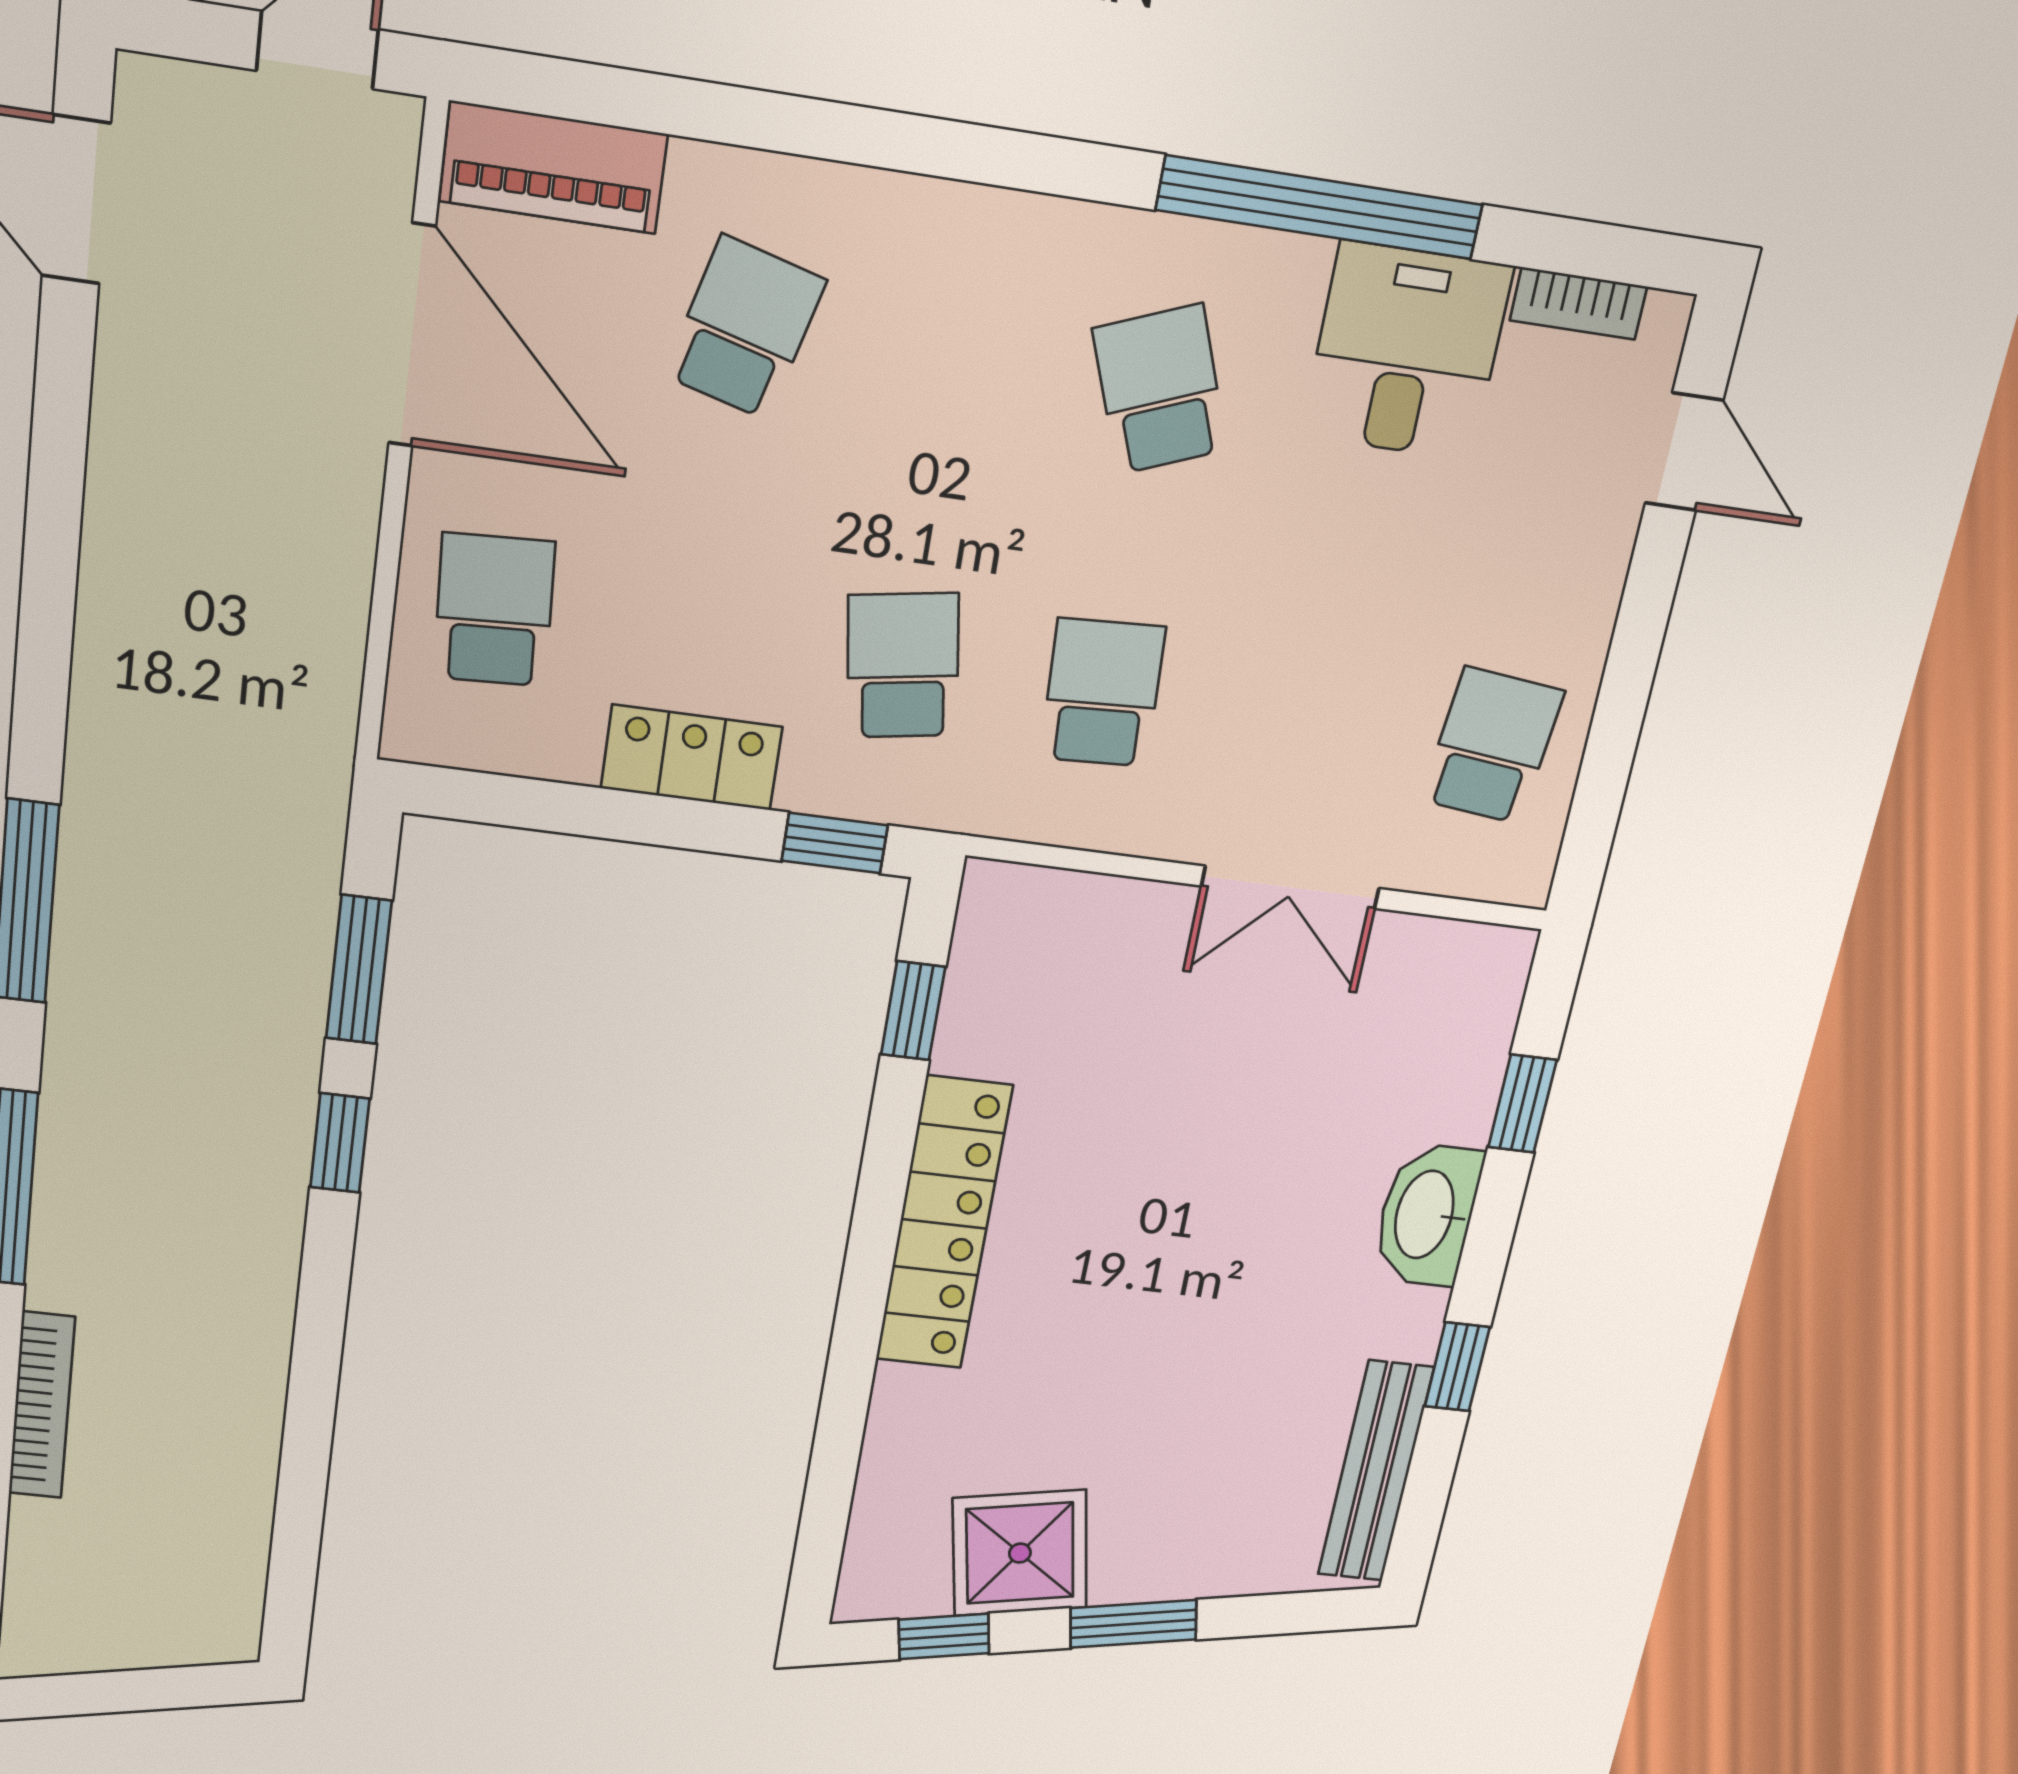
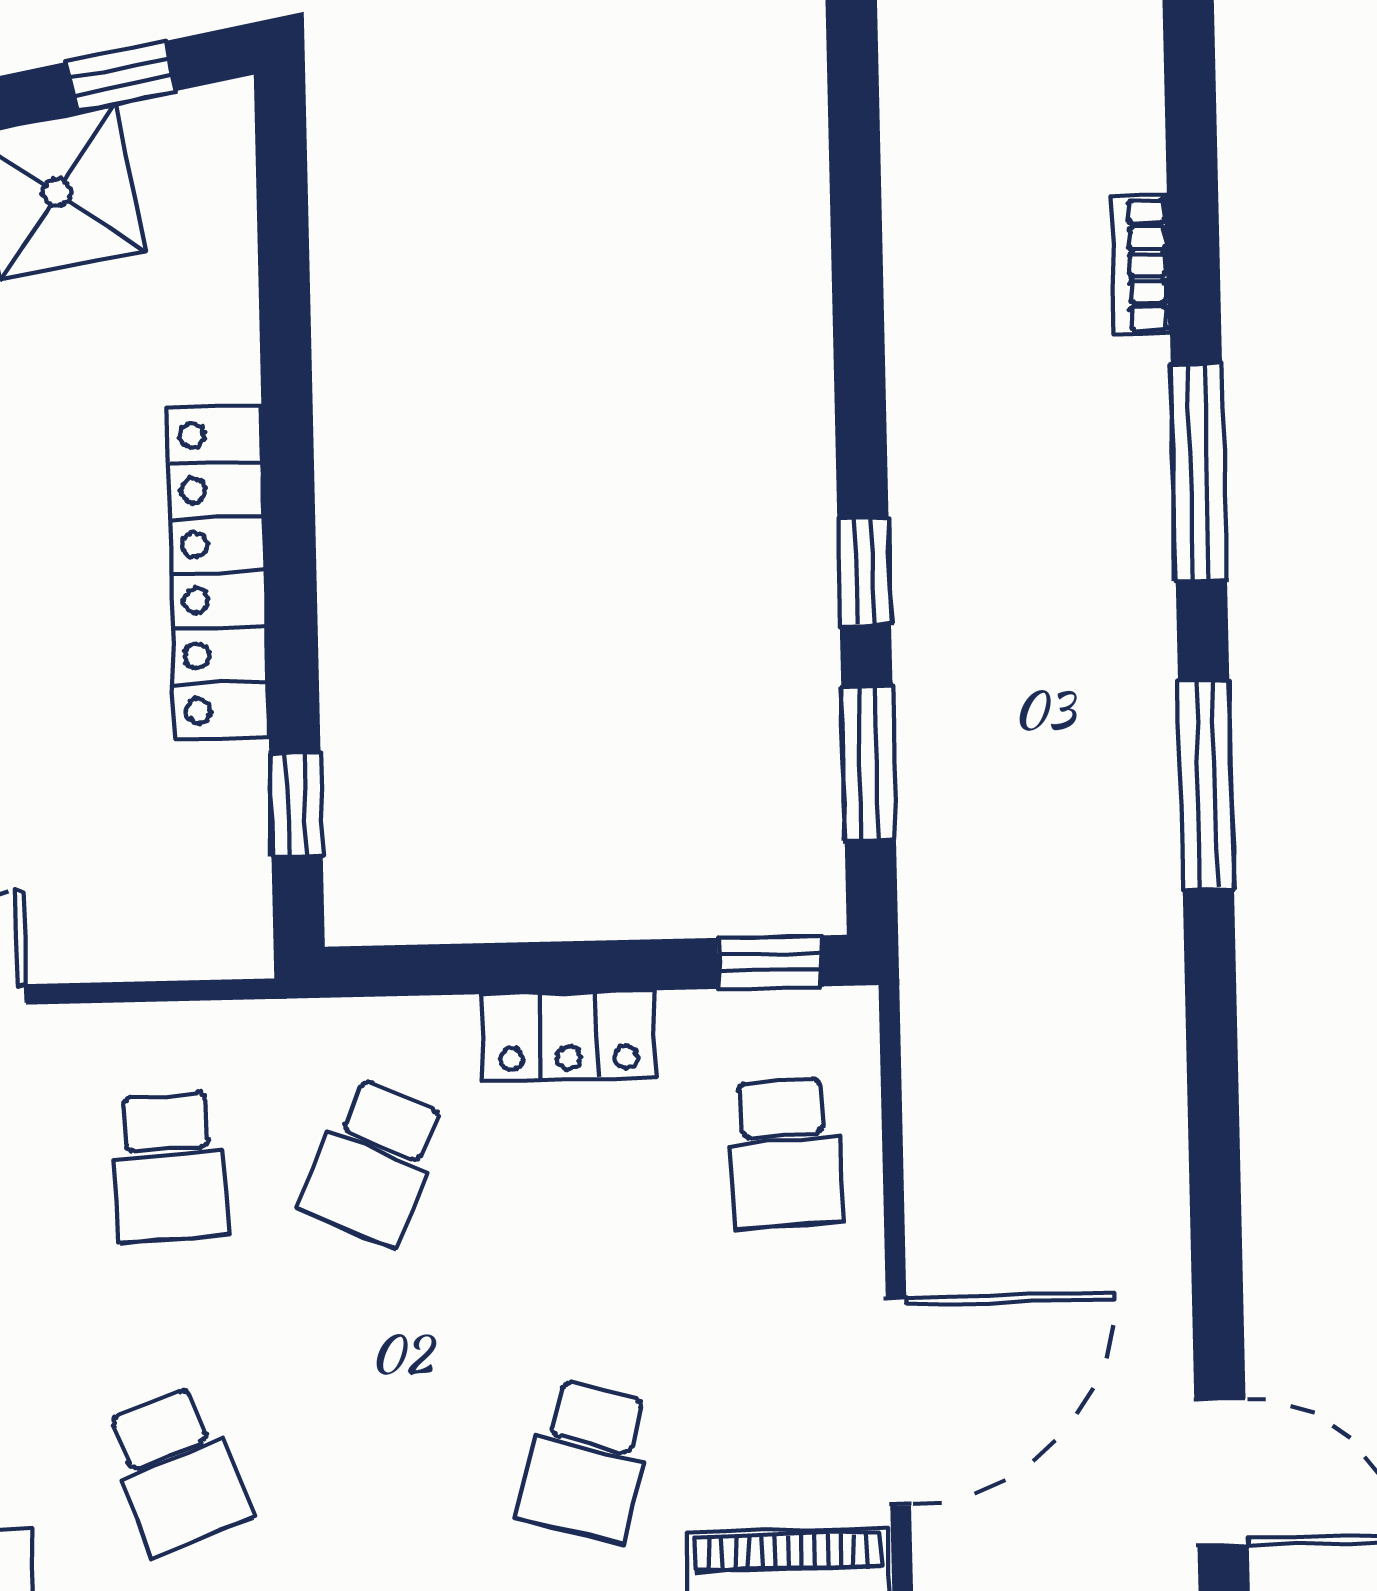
door: (412, 336) -> (898, 1401), swing flipped
school desk: (903, 665) -> (374, 1162), turned 33
window: (835, 843) -> (769, 962), moved
bookcase: (42, 1405) -> (1141, 265), width x0.64

